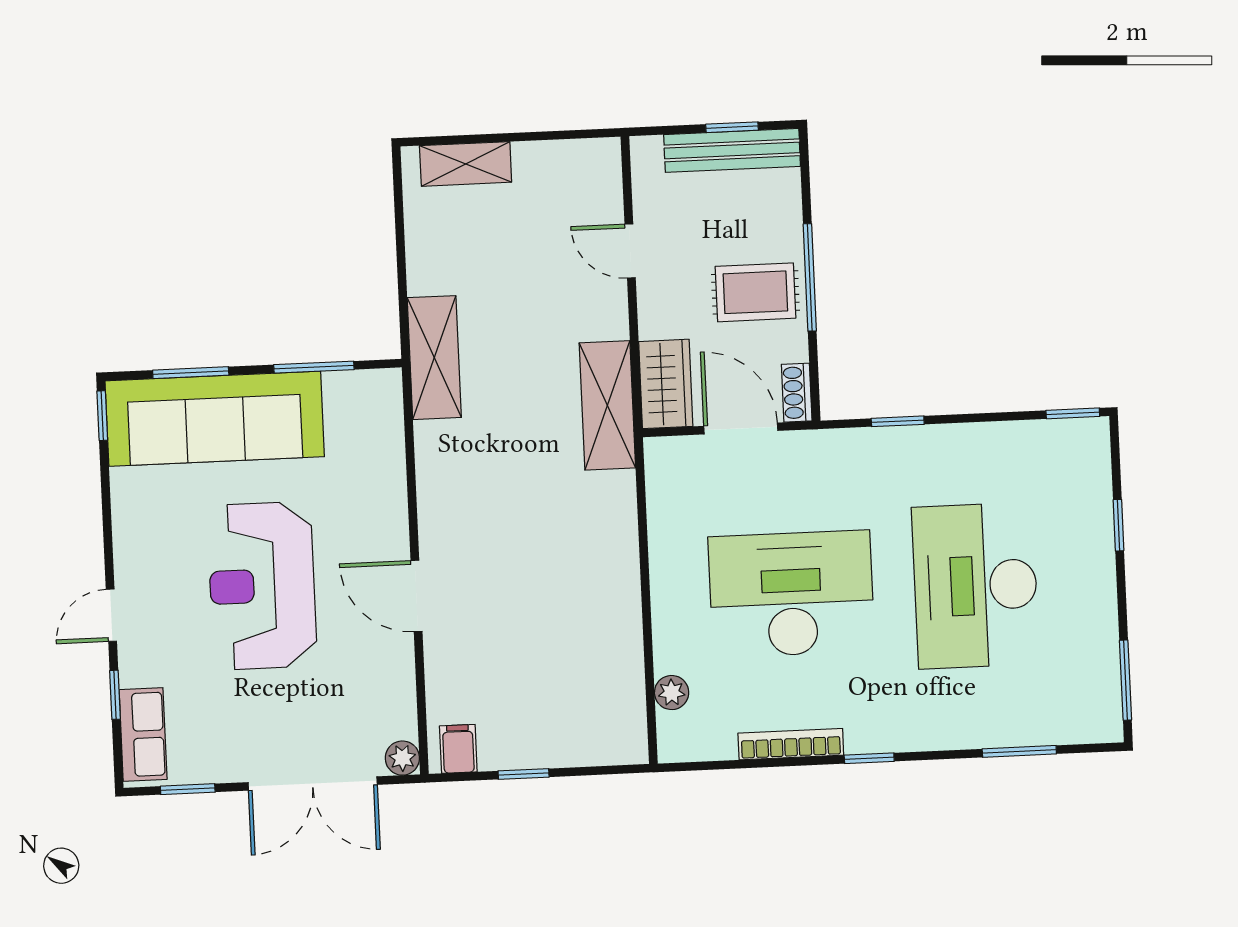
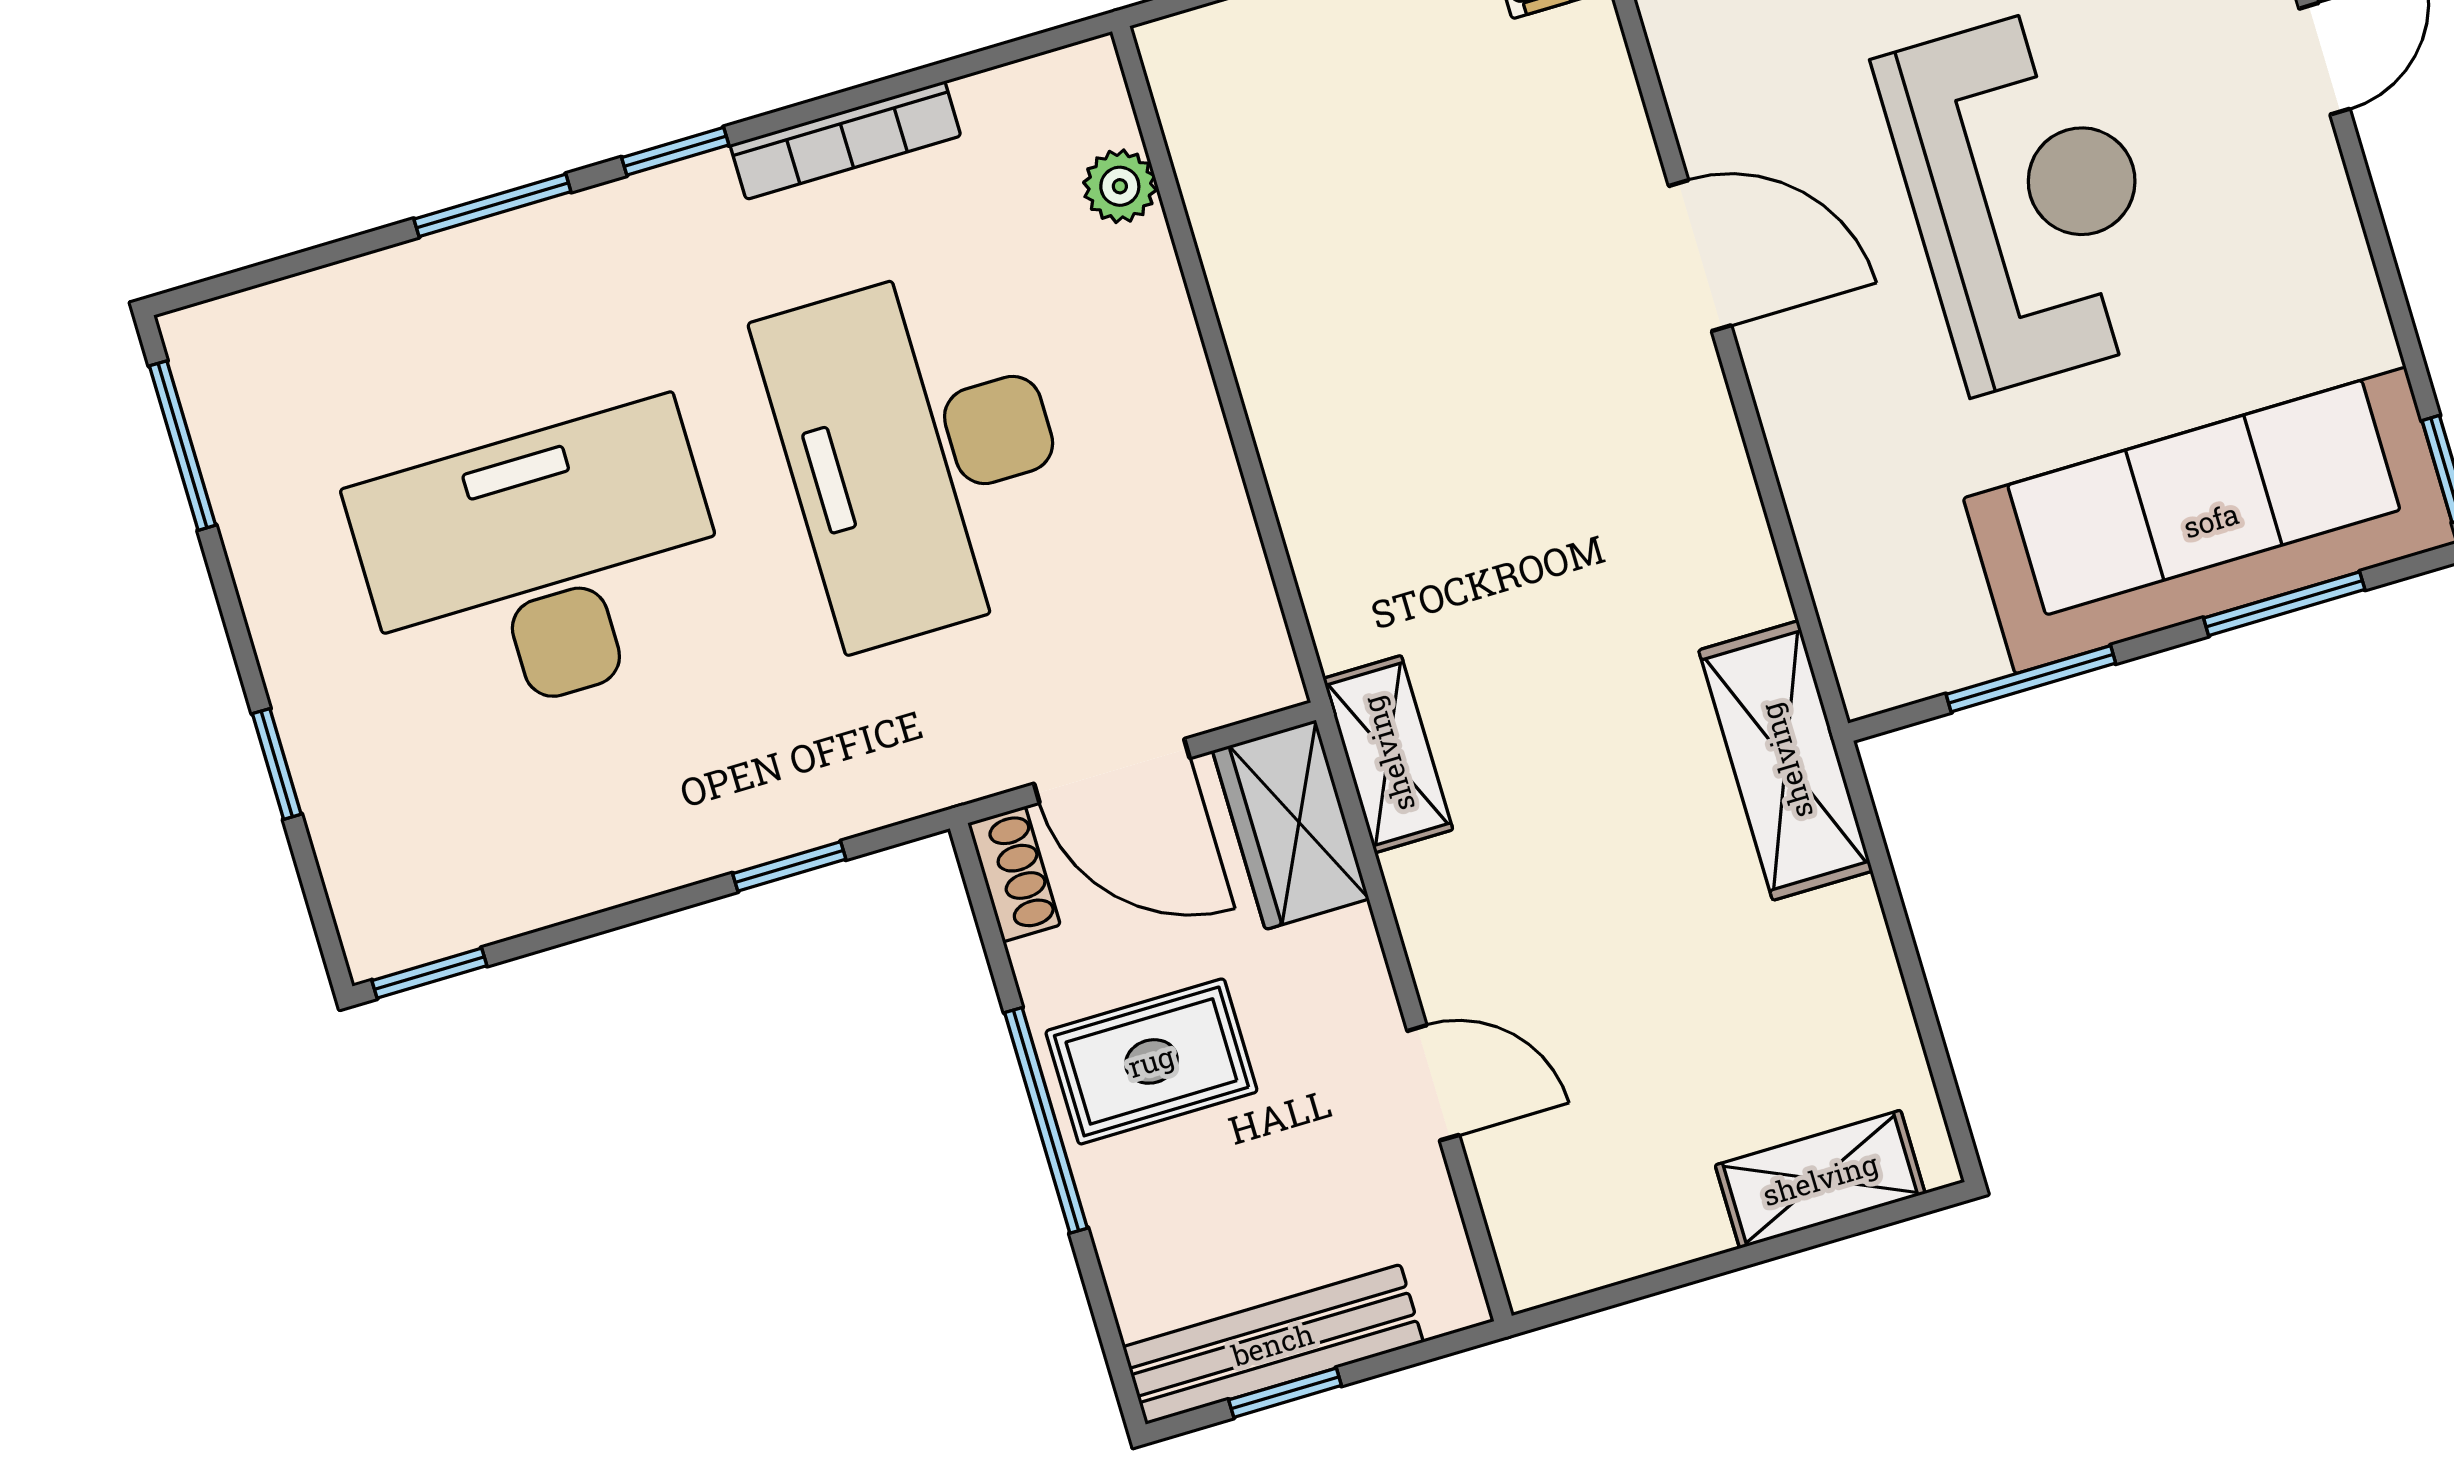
shelving: (607, 405) -> (1388, 754), width x0.67, depth x0.75
desk: (975, 586) -> (543, 565), turned -90
desk: (791, 594) -> (921, 453), turned 90
window: (1019, 751) -> (492, 205), moved

